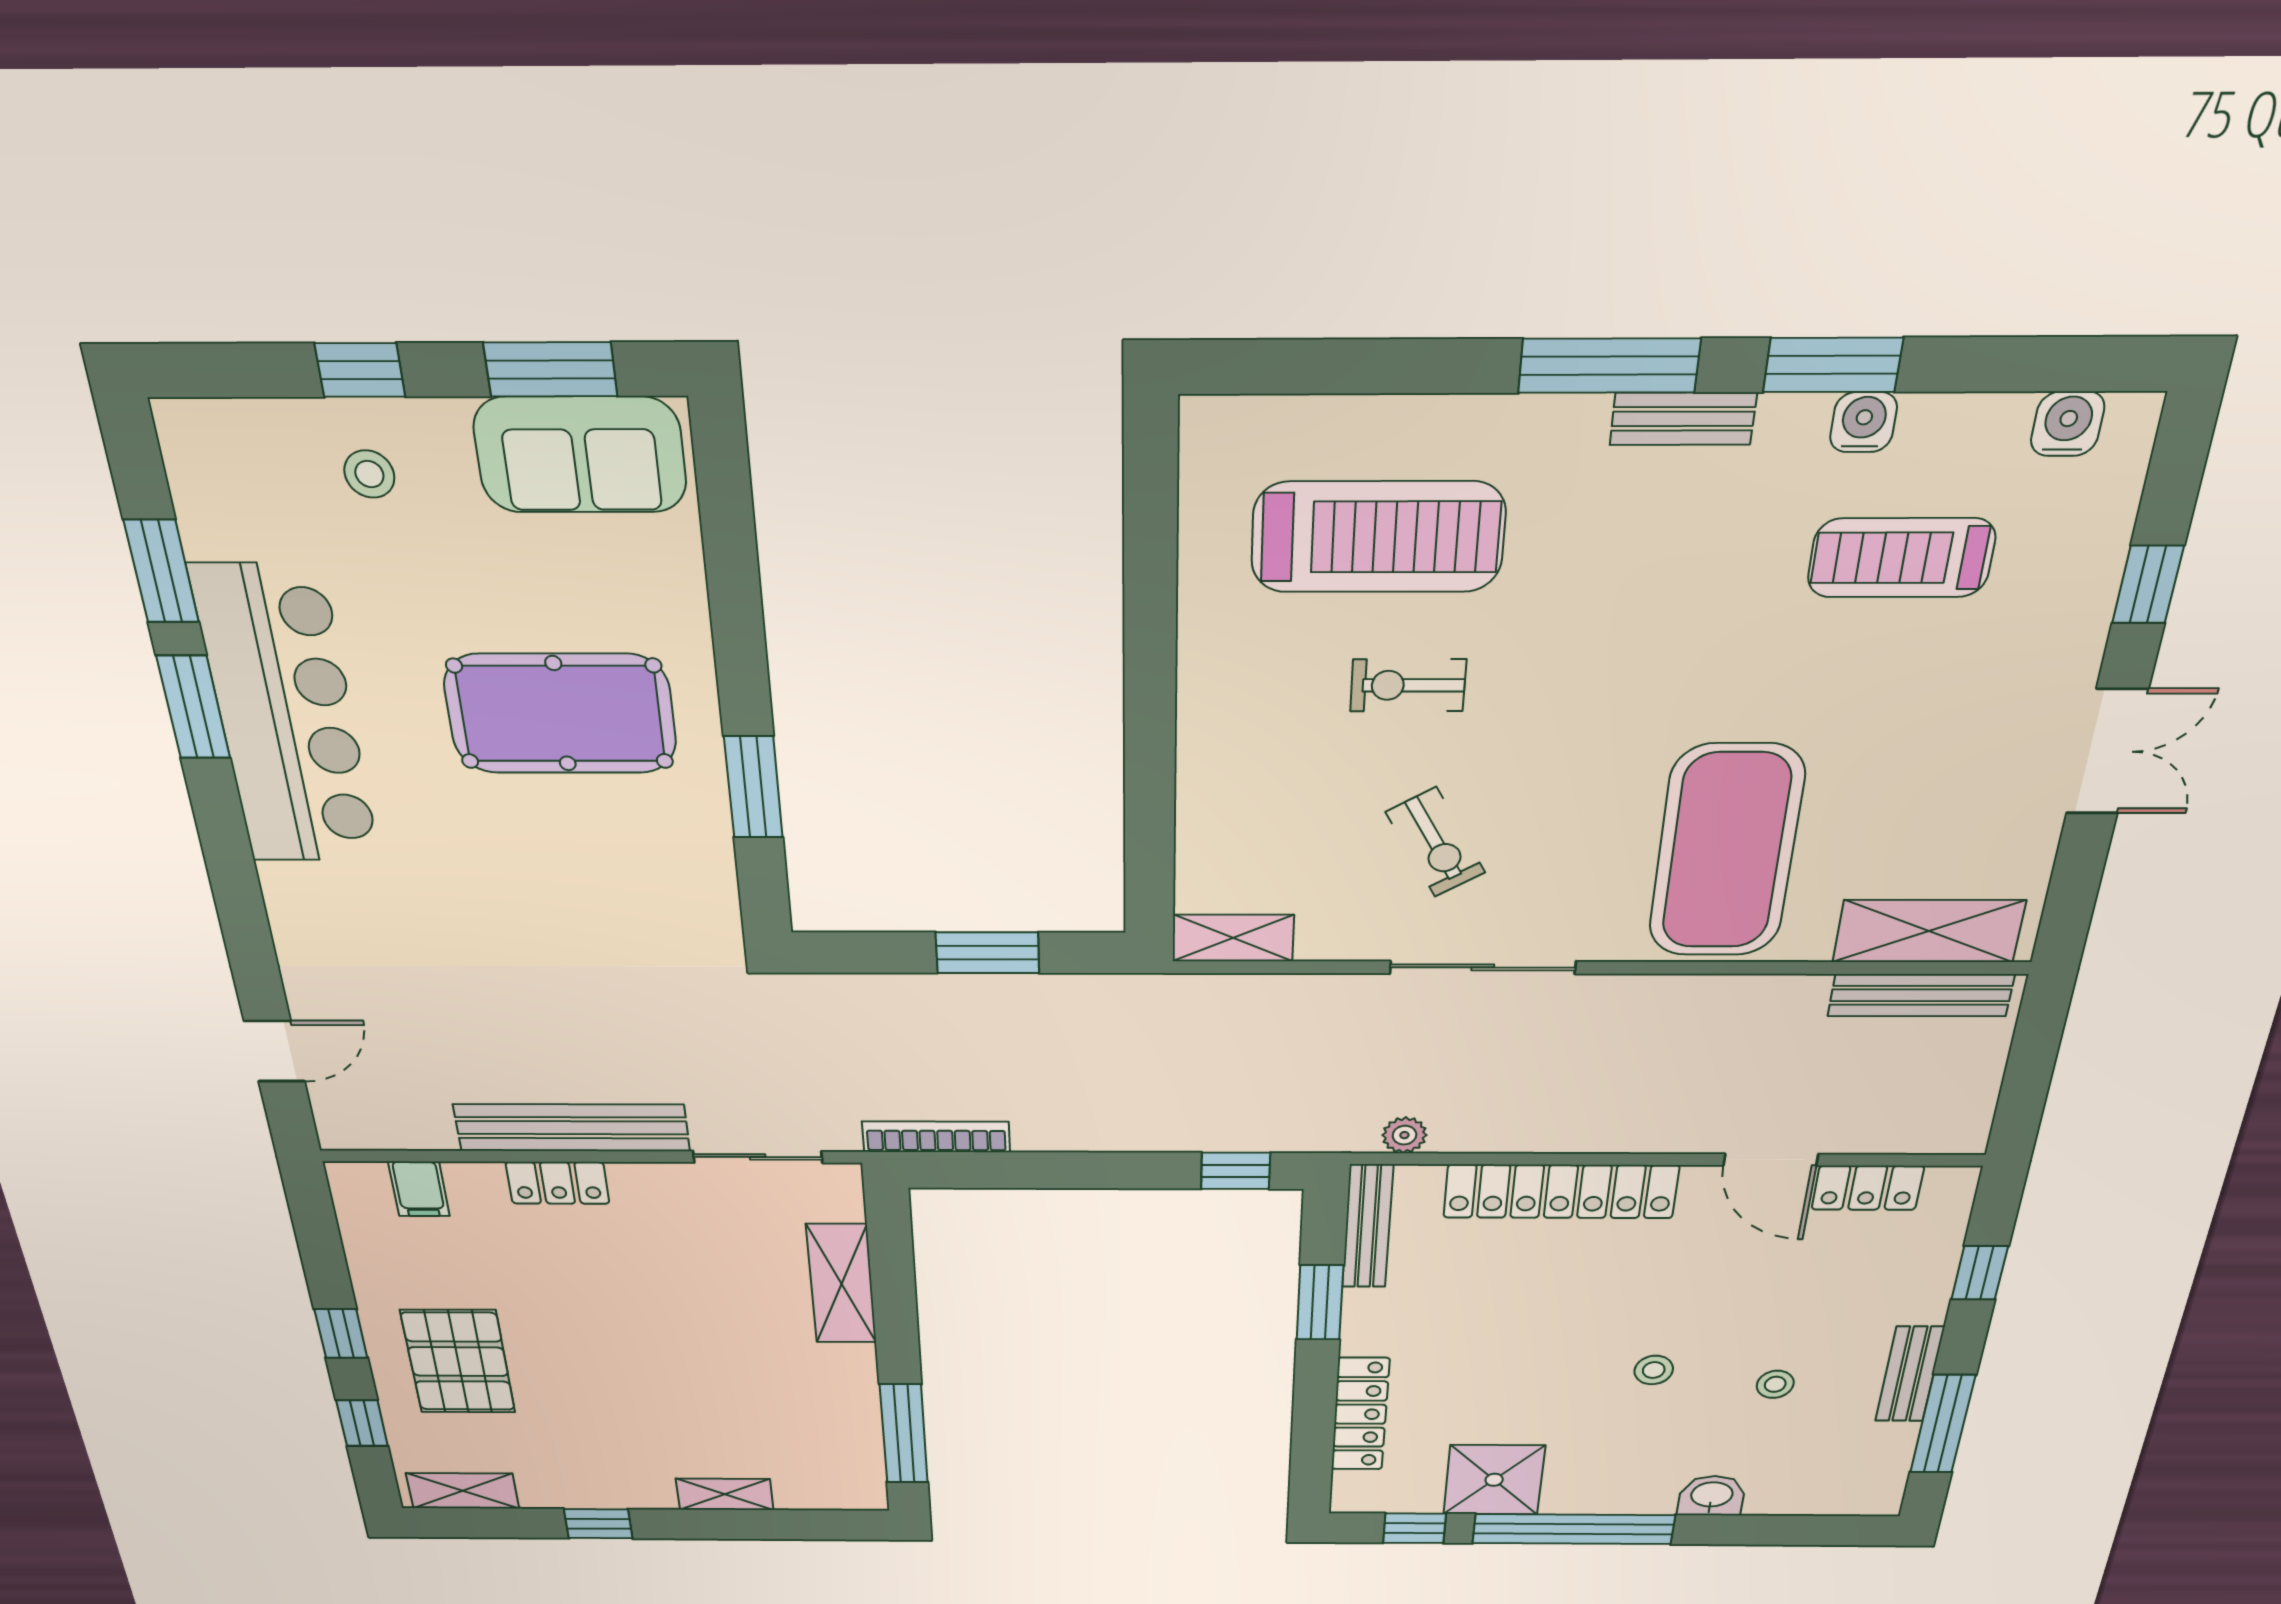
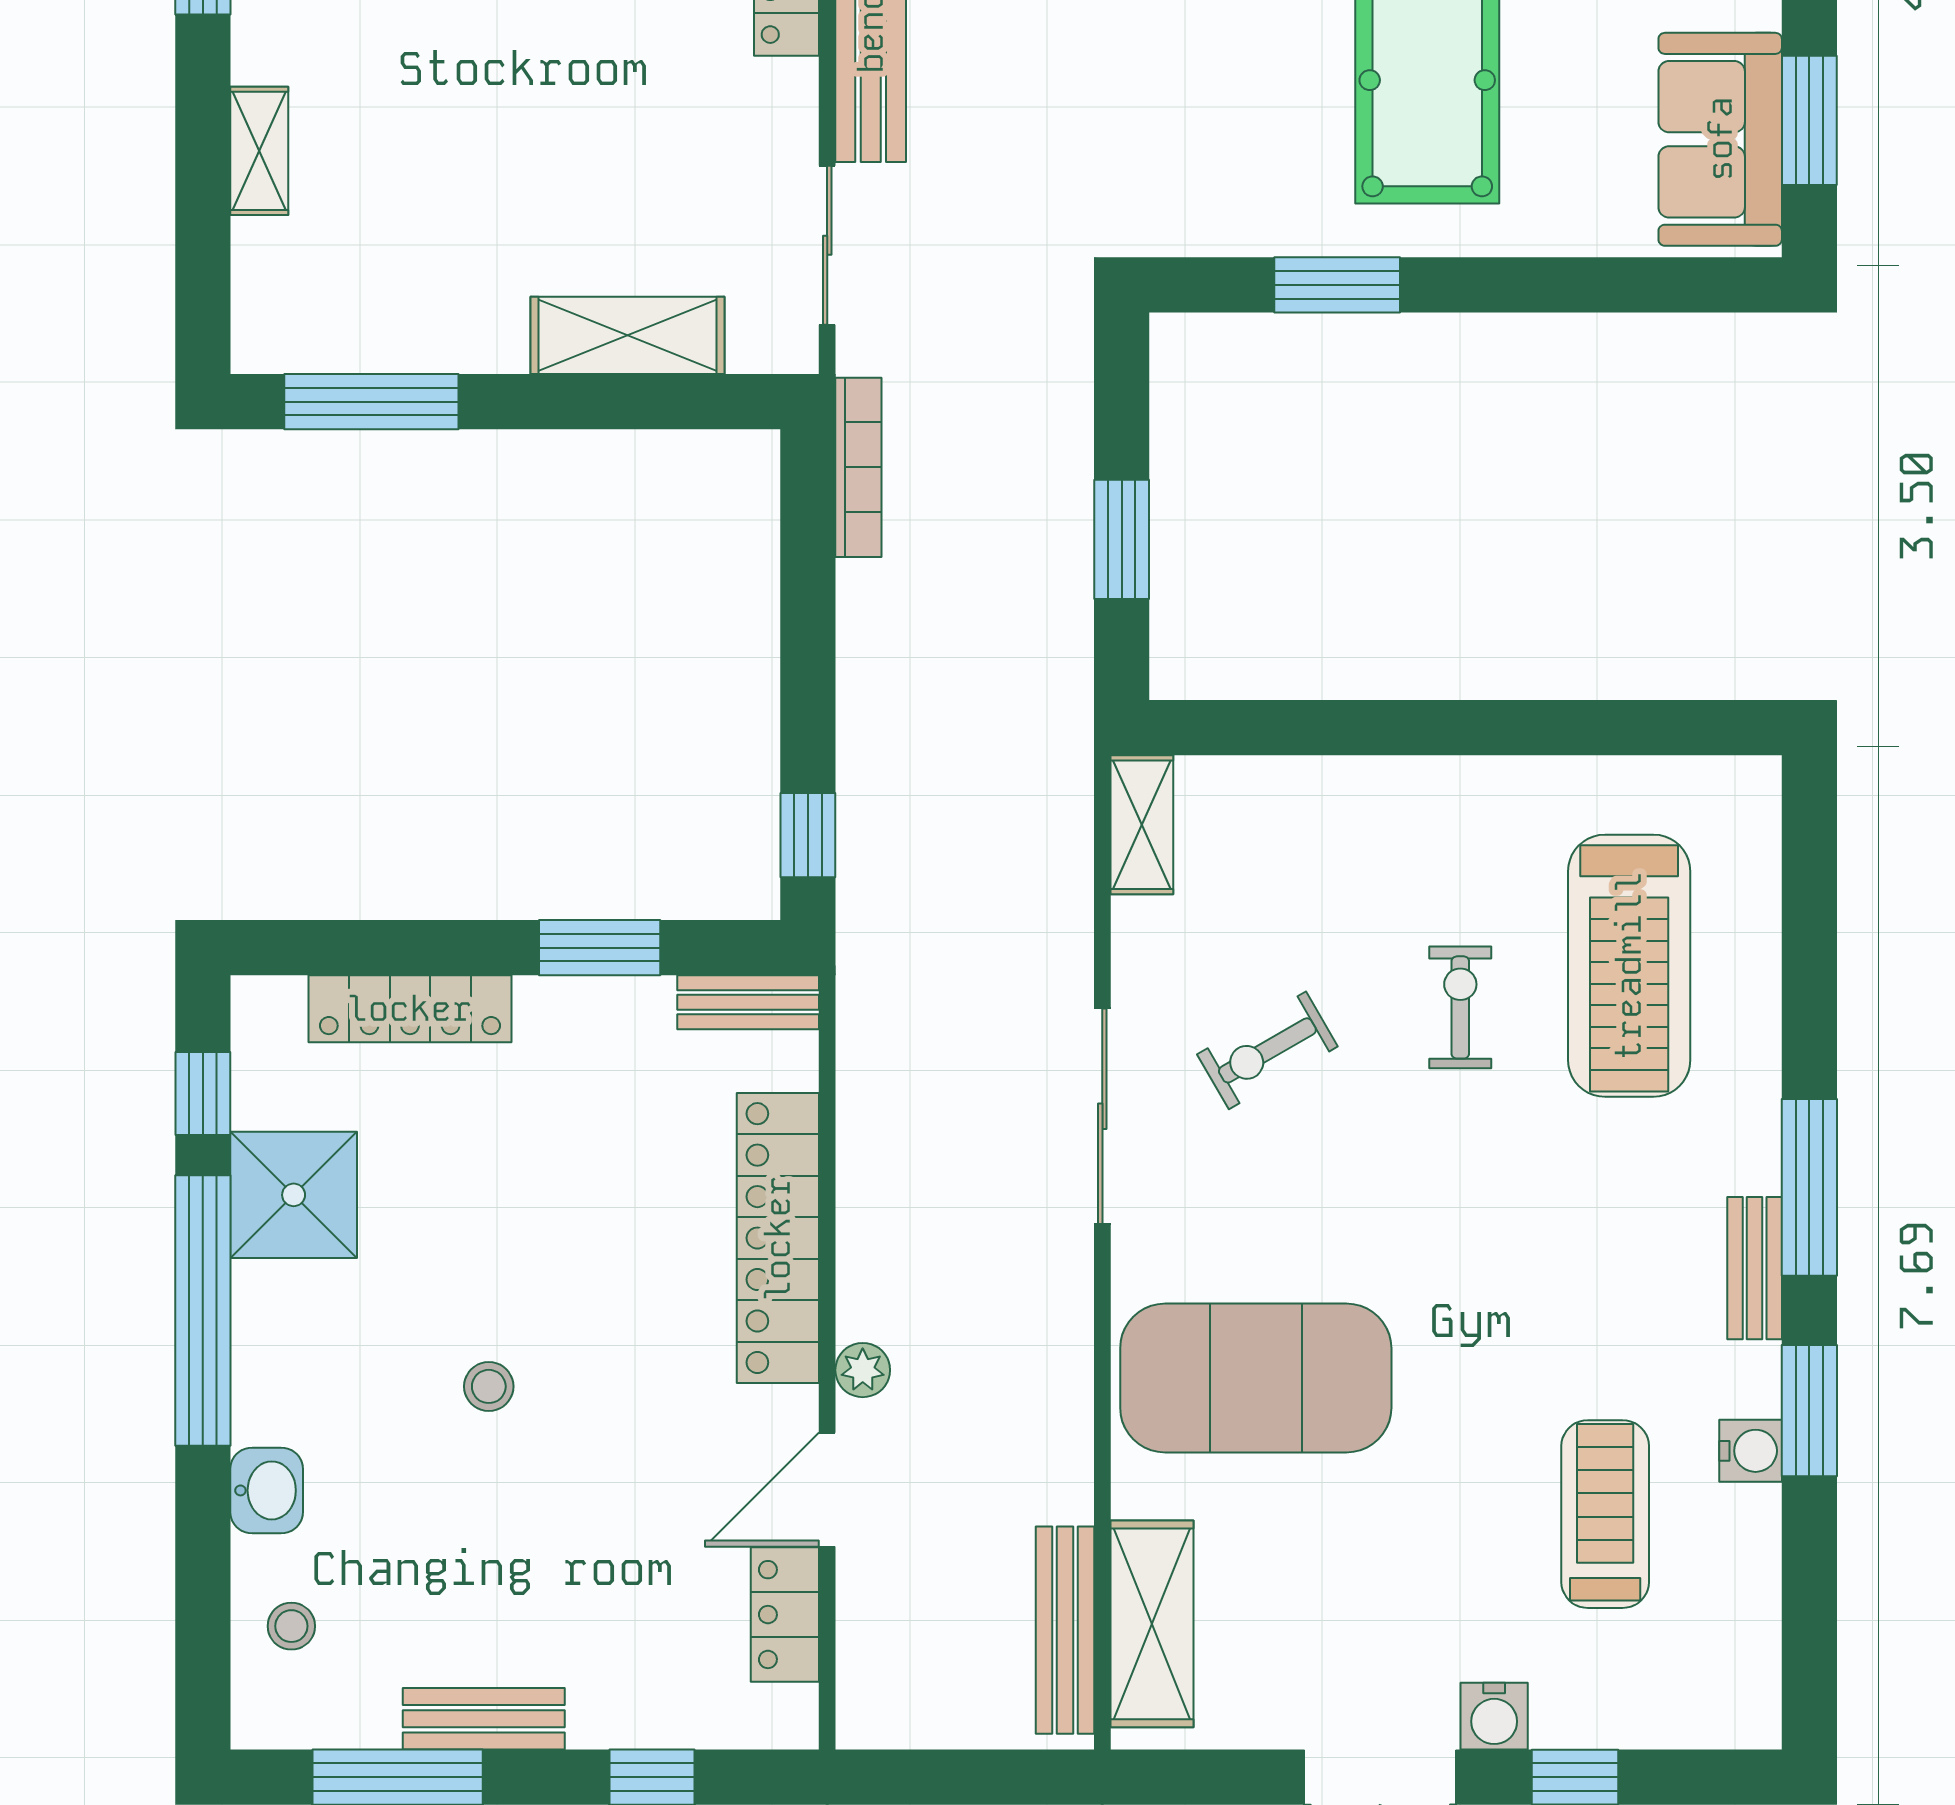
water cooler: (2068, 424) -> (1494, 1716), moved, turned 90
plant: (1404, 1135) -> (863, 1370), moved
bench: (1368, 1226) -> (748, 1002), width x0.73
stool: (1775, 1384) -> (291, 1626), moved

